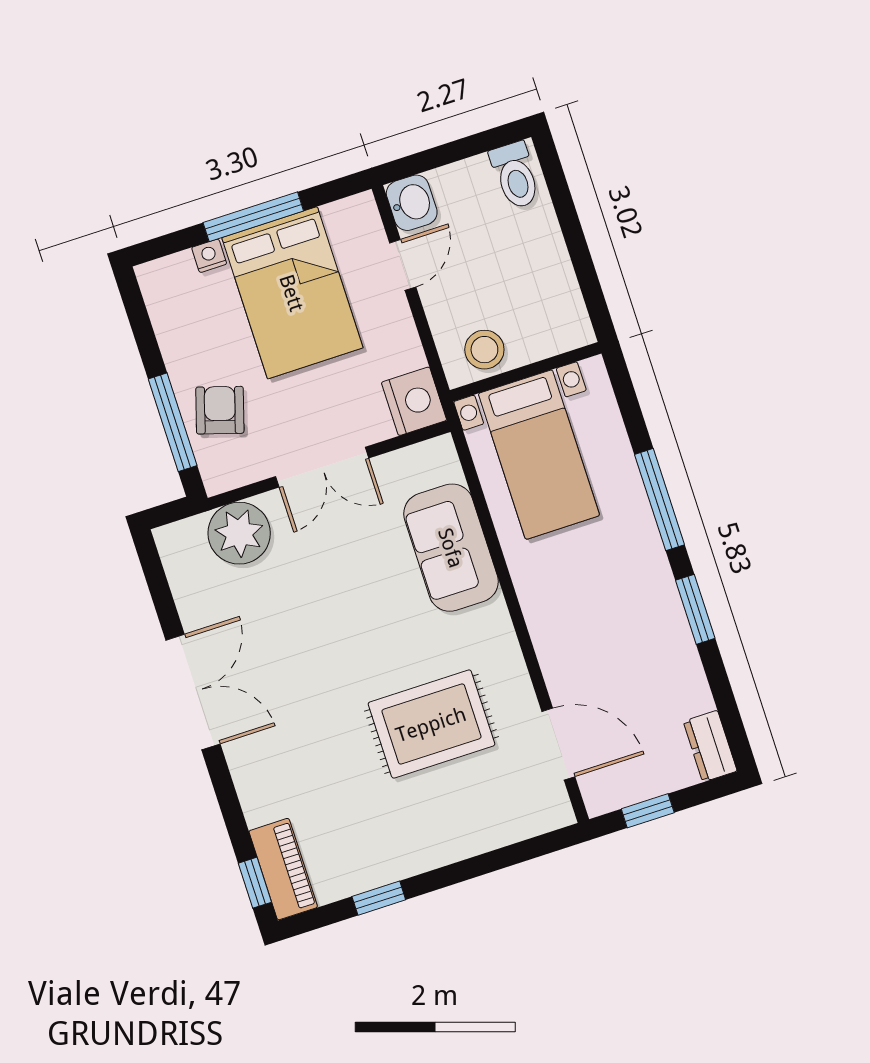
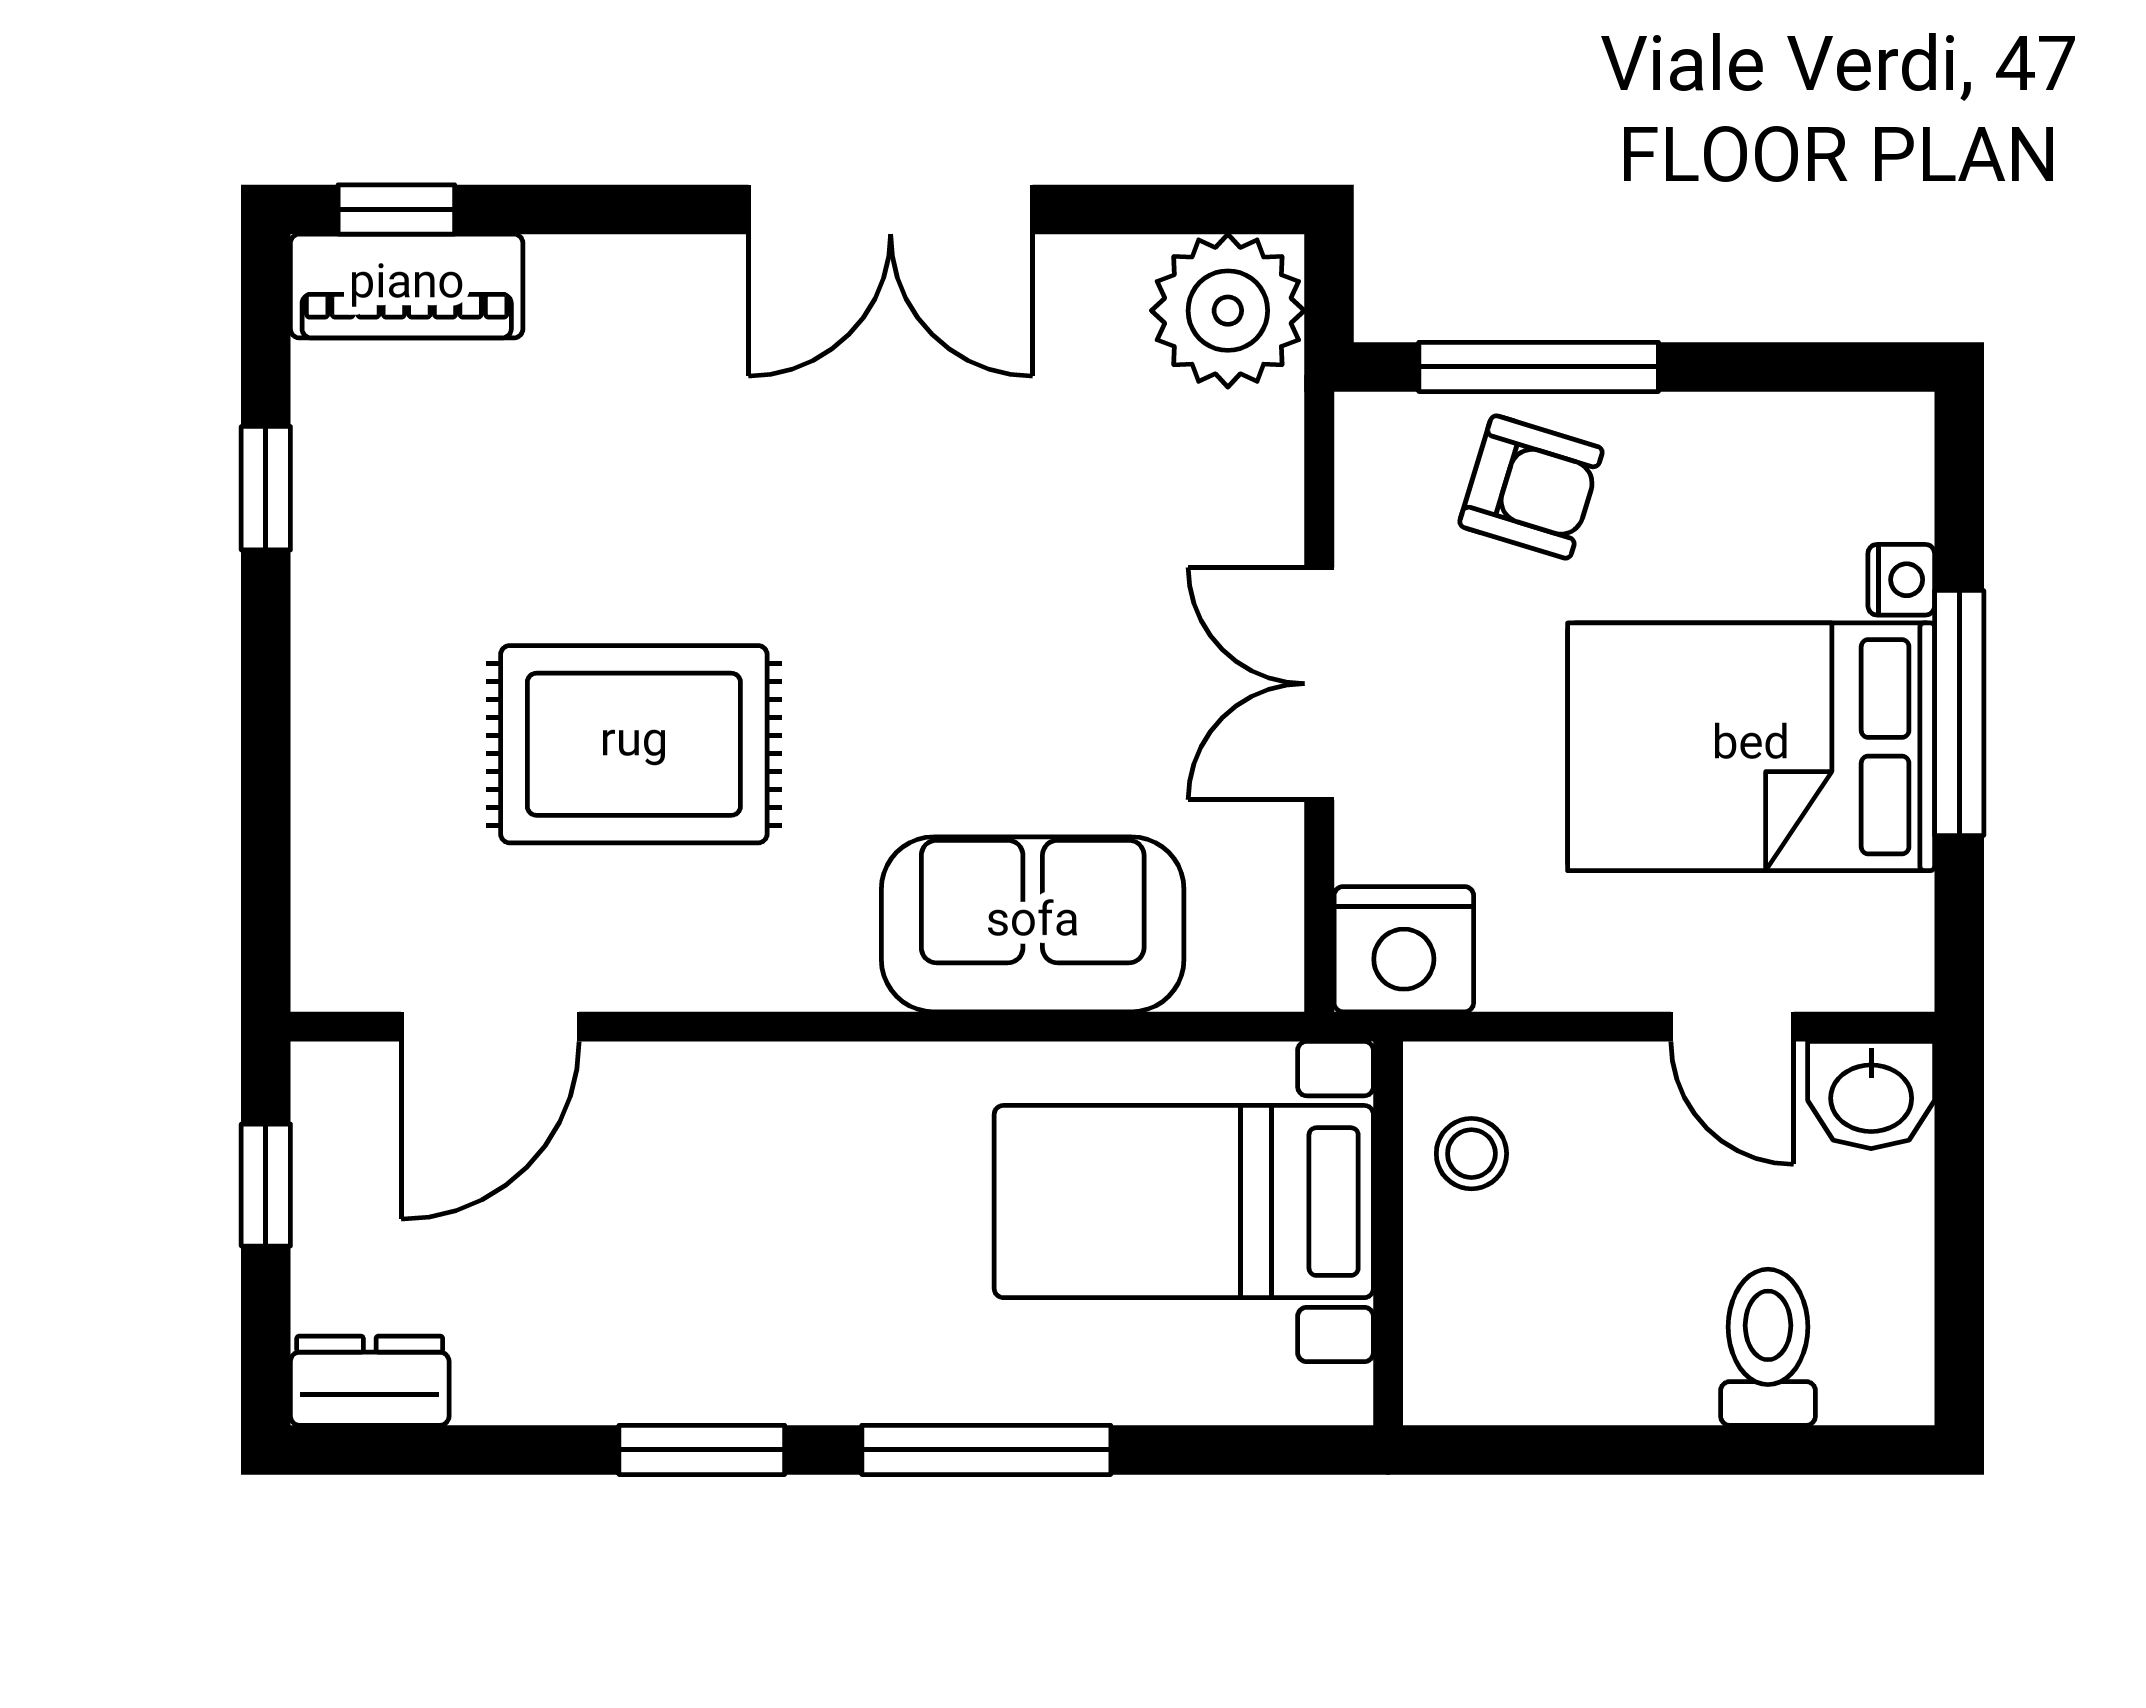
toilet: (515, 175) -> (1768, 1347), moved, turned 90
stool: (484, 350) -> (1471, 1154), width x0.73, depth x0.73
plant: (239, 533) -> (1228, 311), moved
rug: (431, 724) -> (634, 744), turned 90

